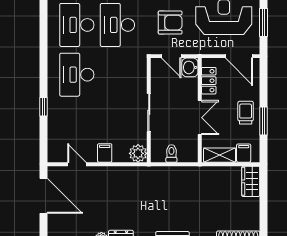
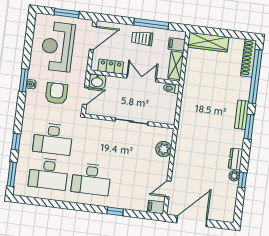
window: (263, 121) -> (151, 24), width x1.44
filing cabinet: (105, 153) -> (156, 207), moved
plant: (138, 153) -> (164, 149), moved
toilet: (171, 153) -> (171, 88), moved
wardrobe: (251, 181) -> (208, 42), width x1.50

